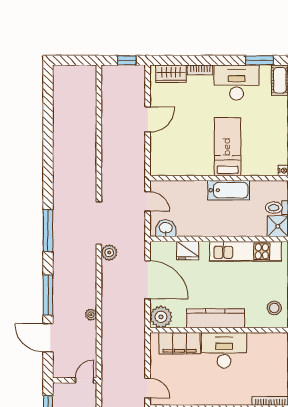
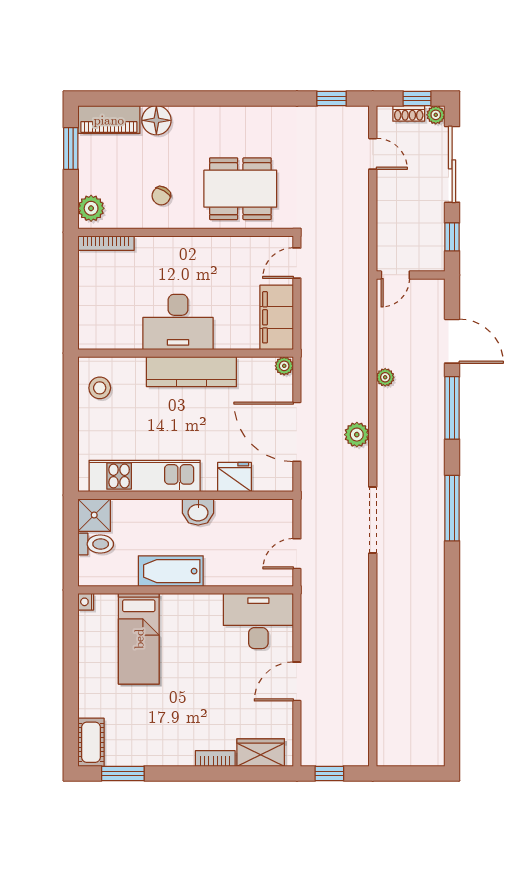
desk: (237, 83) -> (258, 621), moved, turned 180
bed: (228, 147) -> (139, 639), moved
door: (148, 201) -> (297, 554), hinge flipped
washbasin: (166, 228) -> (198, 512), moved
plant: (109, 253) -> (357, 435), moved
plant: (161, 317) -> (284, 366), width x0.53, depth x0.53
filing cabinet: (179, 343) -> (277, 317), moved, turned -90
door: (148, 388) -> (297, 263), hinge flipped

